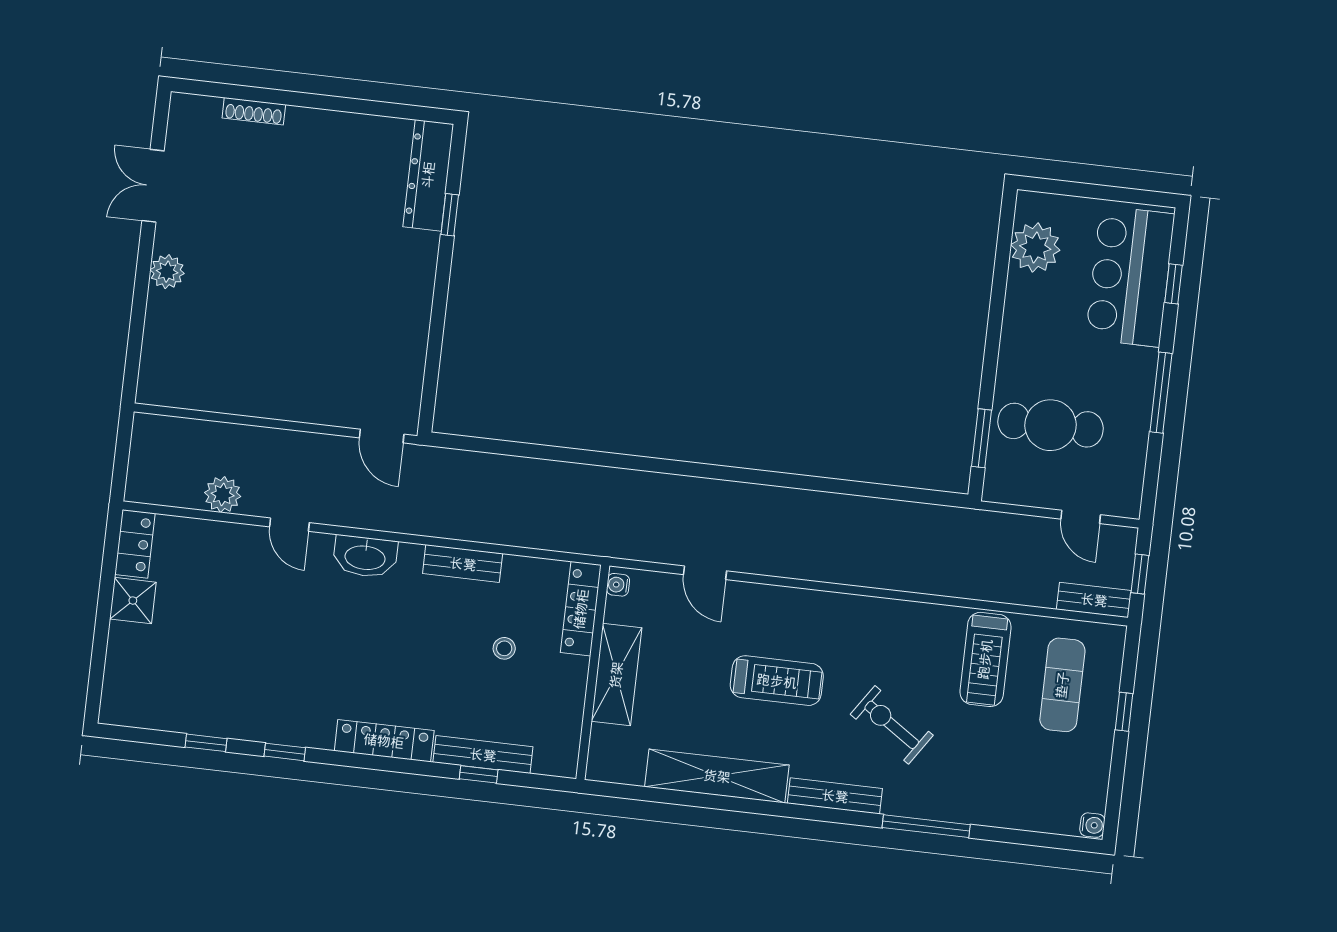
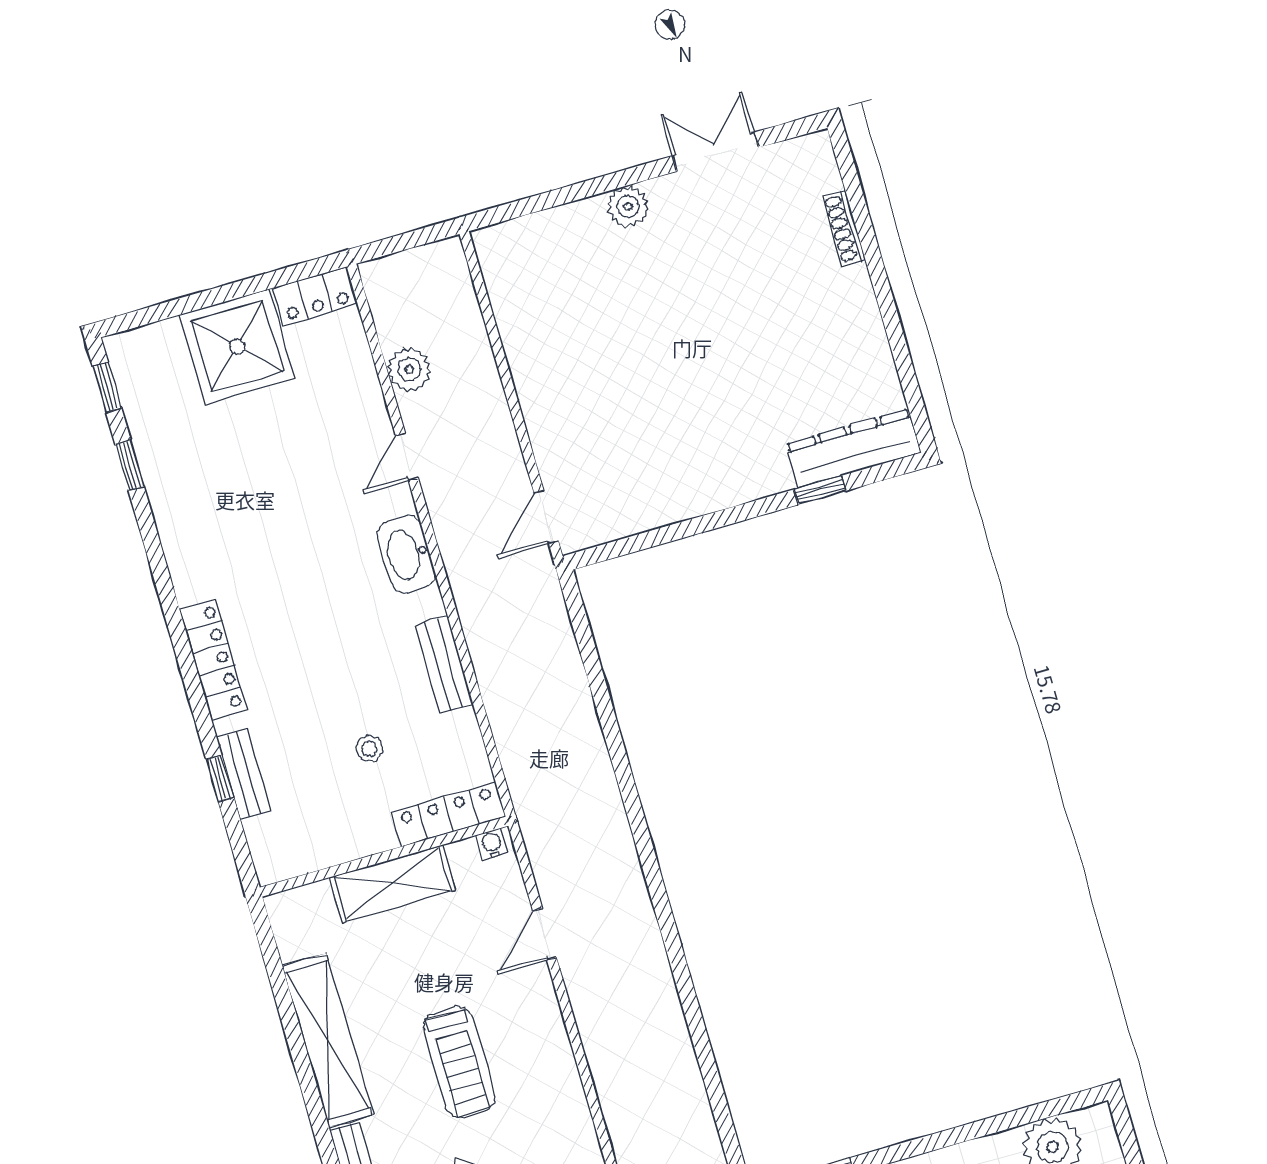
shower: (133, 601) -> (237, 346), width x1.86, depth x1.86
window: (285, 752) -> (107, 387), moved
bench: (483, 755) -> (244, 774), width x0.73

